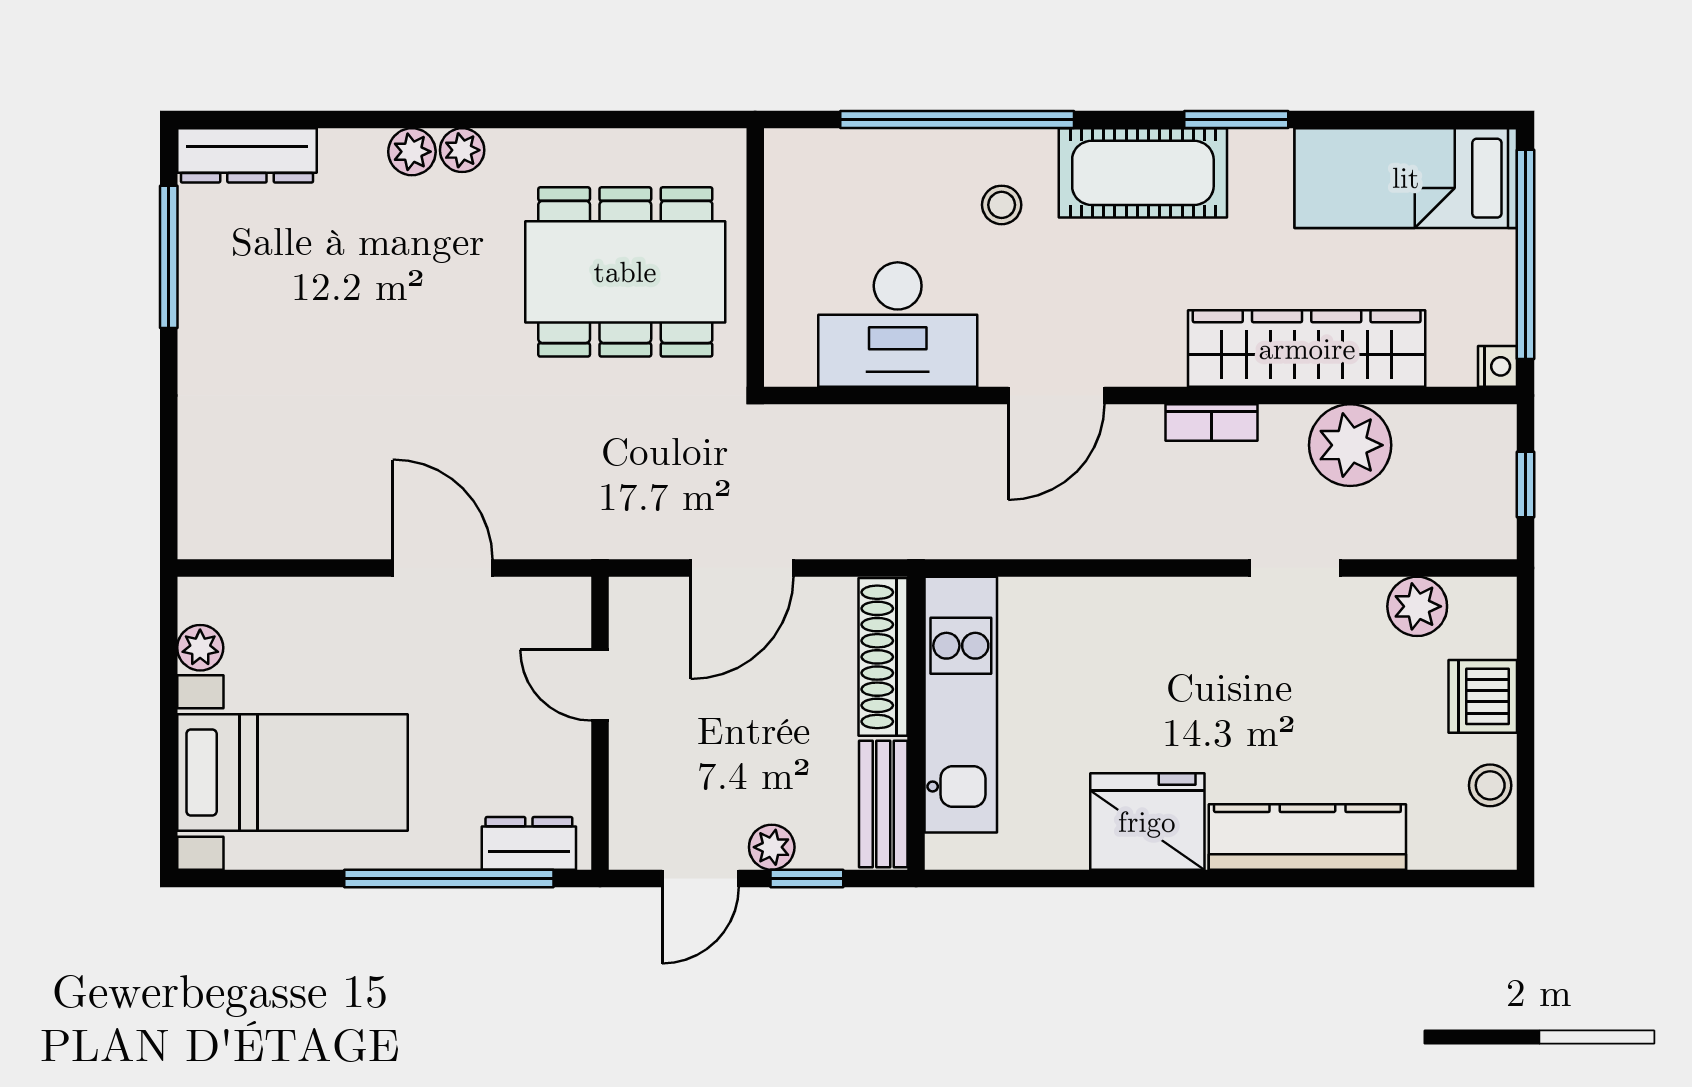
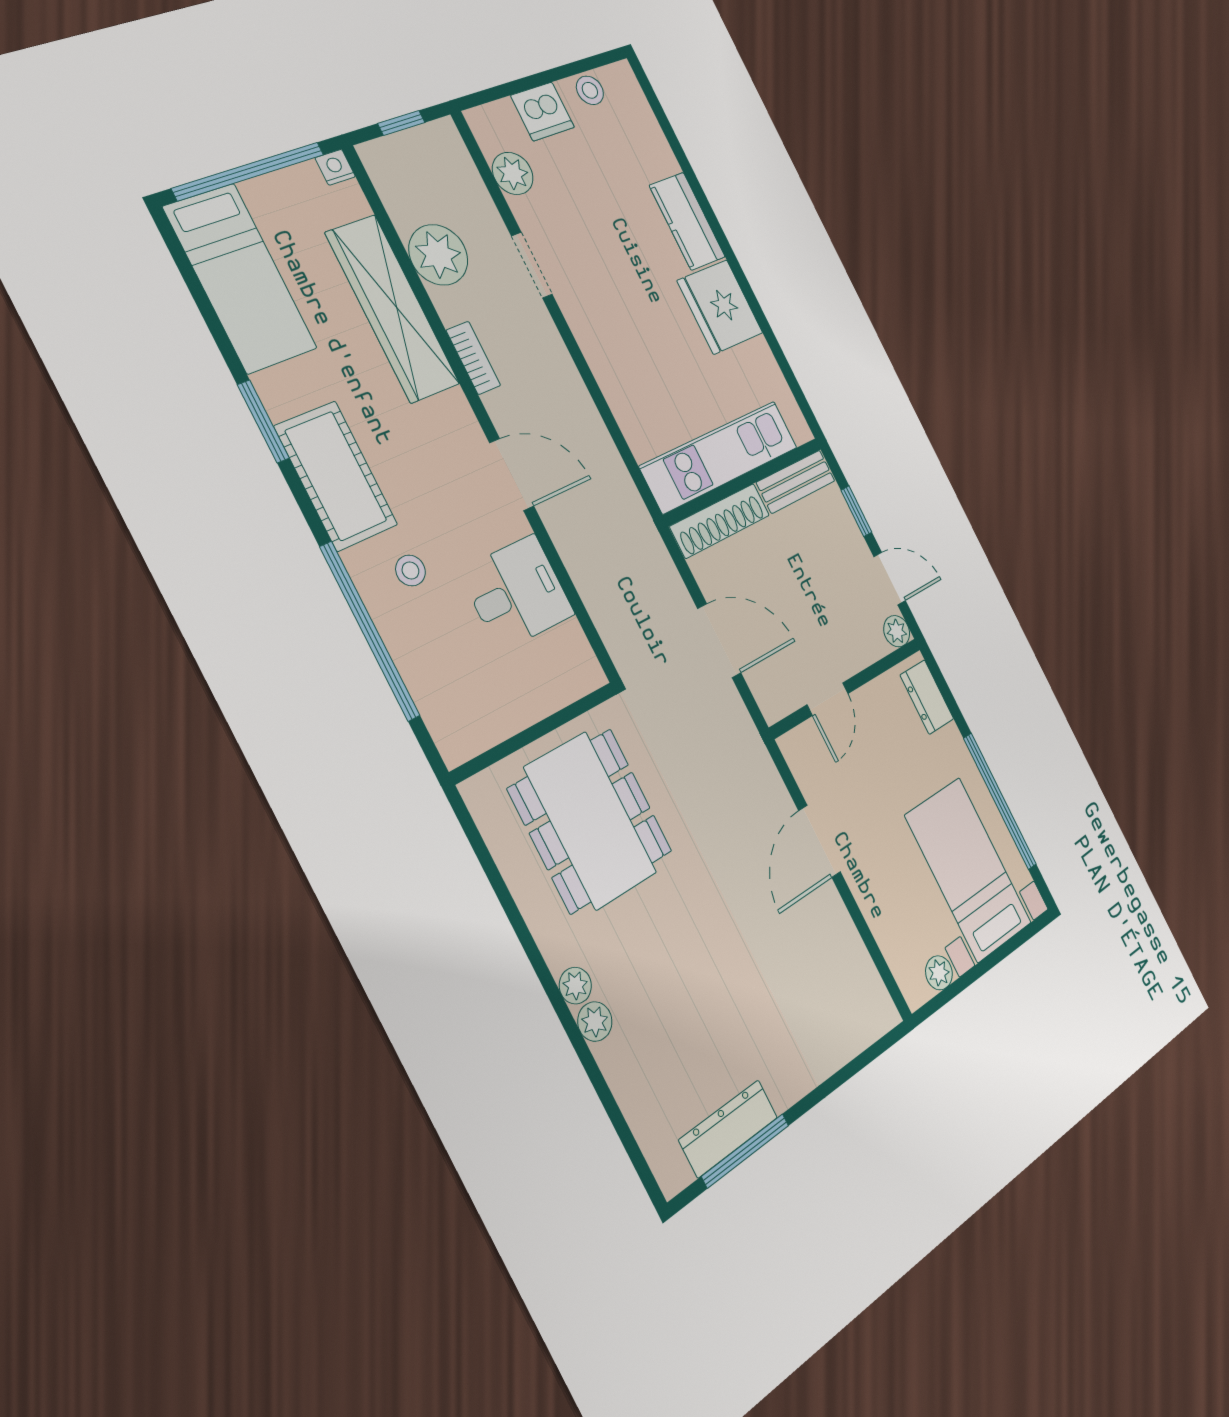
dresser: (247, 155) -> (728, 1129), moved, turned -90
desk: (898, 325) -> (517, 593), width x0.73
kitchen counter: (1307, 837) -> (687, 221), width x0.67
plant: (772, 847) -> (897, 631), moved
window: (449, 878) -> (1000, 801), moved

